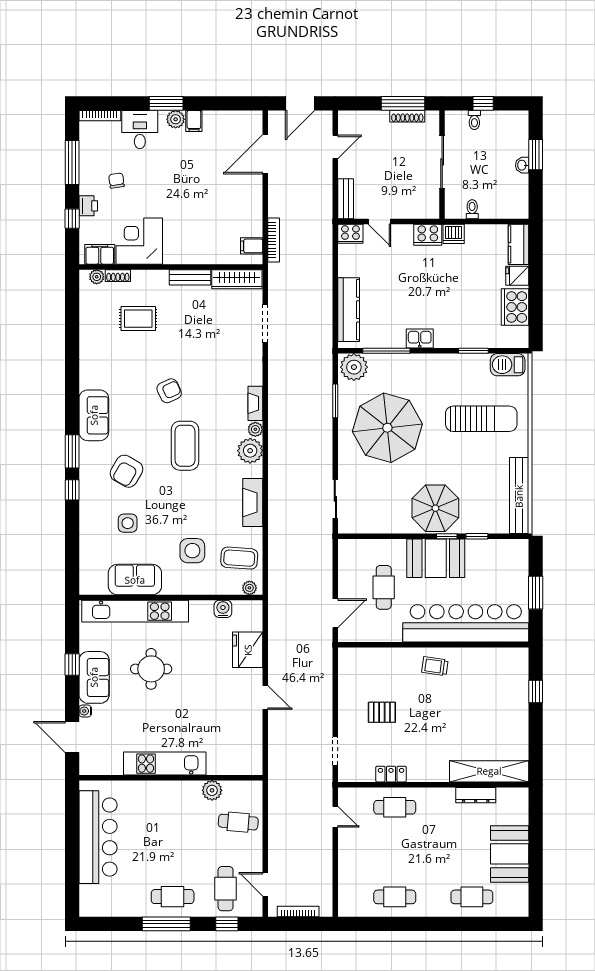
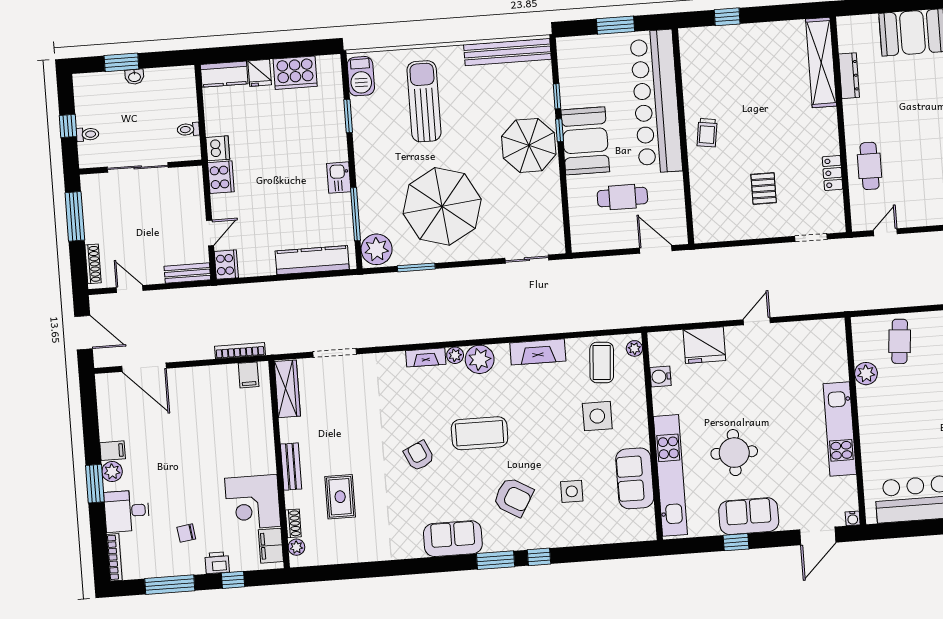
shoe rack: (407, 116) -> (93, 264), moved
bench: (190, 277) -> (291, 467), moved
water cooler: (85, 711) -> (853, 518), moved

